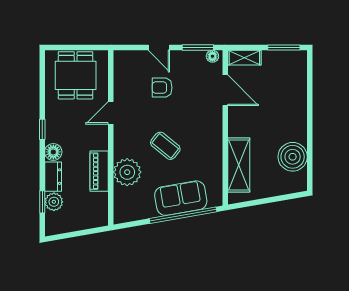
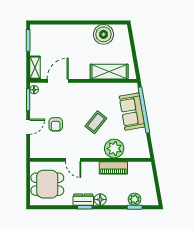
dresser: (53, 177) -> (83, 200), moved

